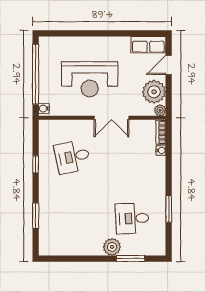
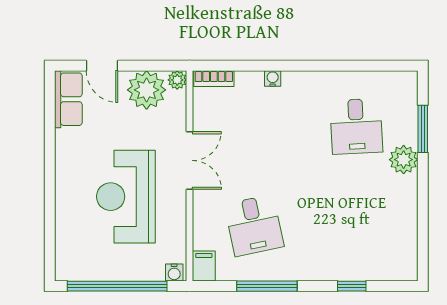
reception desk: (90, 79) -> (126, 197), turned 180
filing cabinet: (48, 126) -> (204, 266), added
water cooler: (161, 150) -> (273, 78), moved
window: (36, 164) -> (267, 286), width x2.17
window: (169, 209) -> (341, 66), removed
window: (36, 216) -> (352, 286), width x0.67

